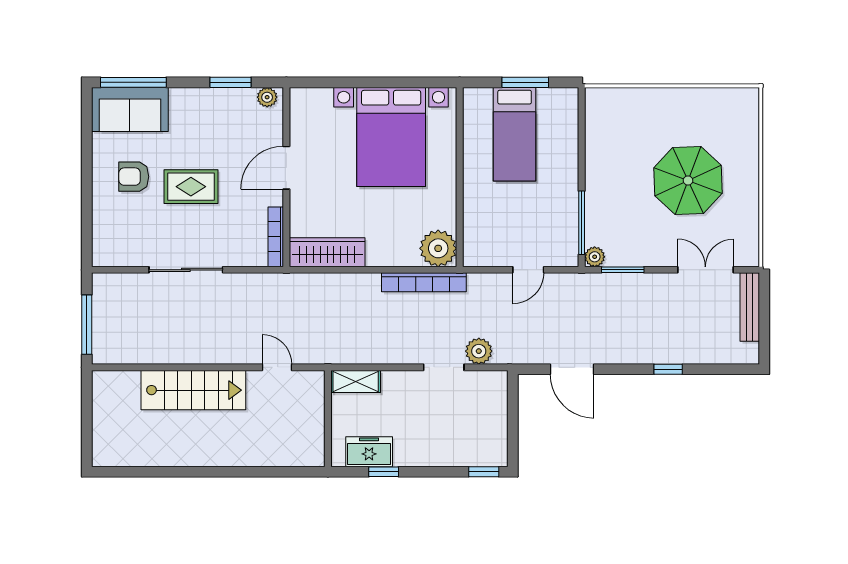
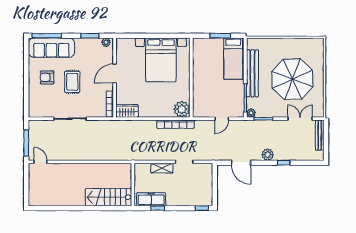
sofa: (130, 109) -> (51, 48), width x1.36
bed: (515, 134) -> (233, 59), moved
bench: (598, 167) -> (252, 73), added
parasol: (688, 180) -> (292, 79), width x1.36, depth x1.36
rug: (191, 187) -> (72, 82), turned 90
wardrobe: (327, 252) -> (127, 111), width x0.67
plant: (479, 351) -> (268, 155), moved
door: (277, 367) -> (40, 162), moved
shelving: (356, 381) -> (162, 168), moved
stairs: (193, 390) -> (108, 197), moved, turned 180
freezer: (369, 452) -> (151, 199), width x1.40

